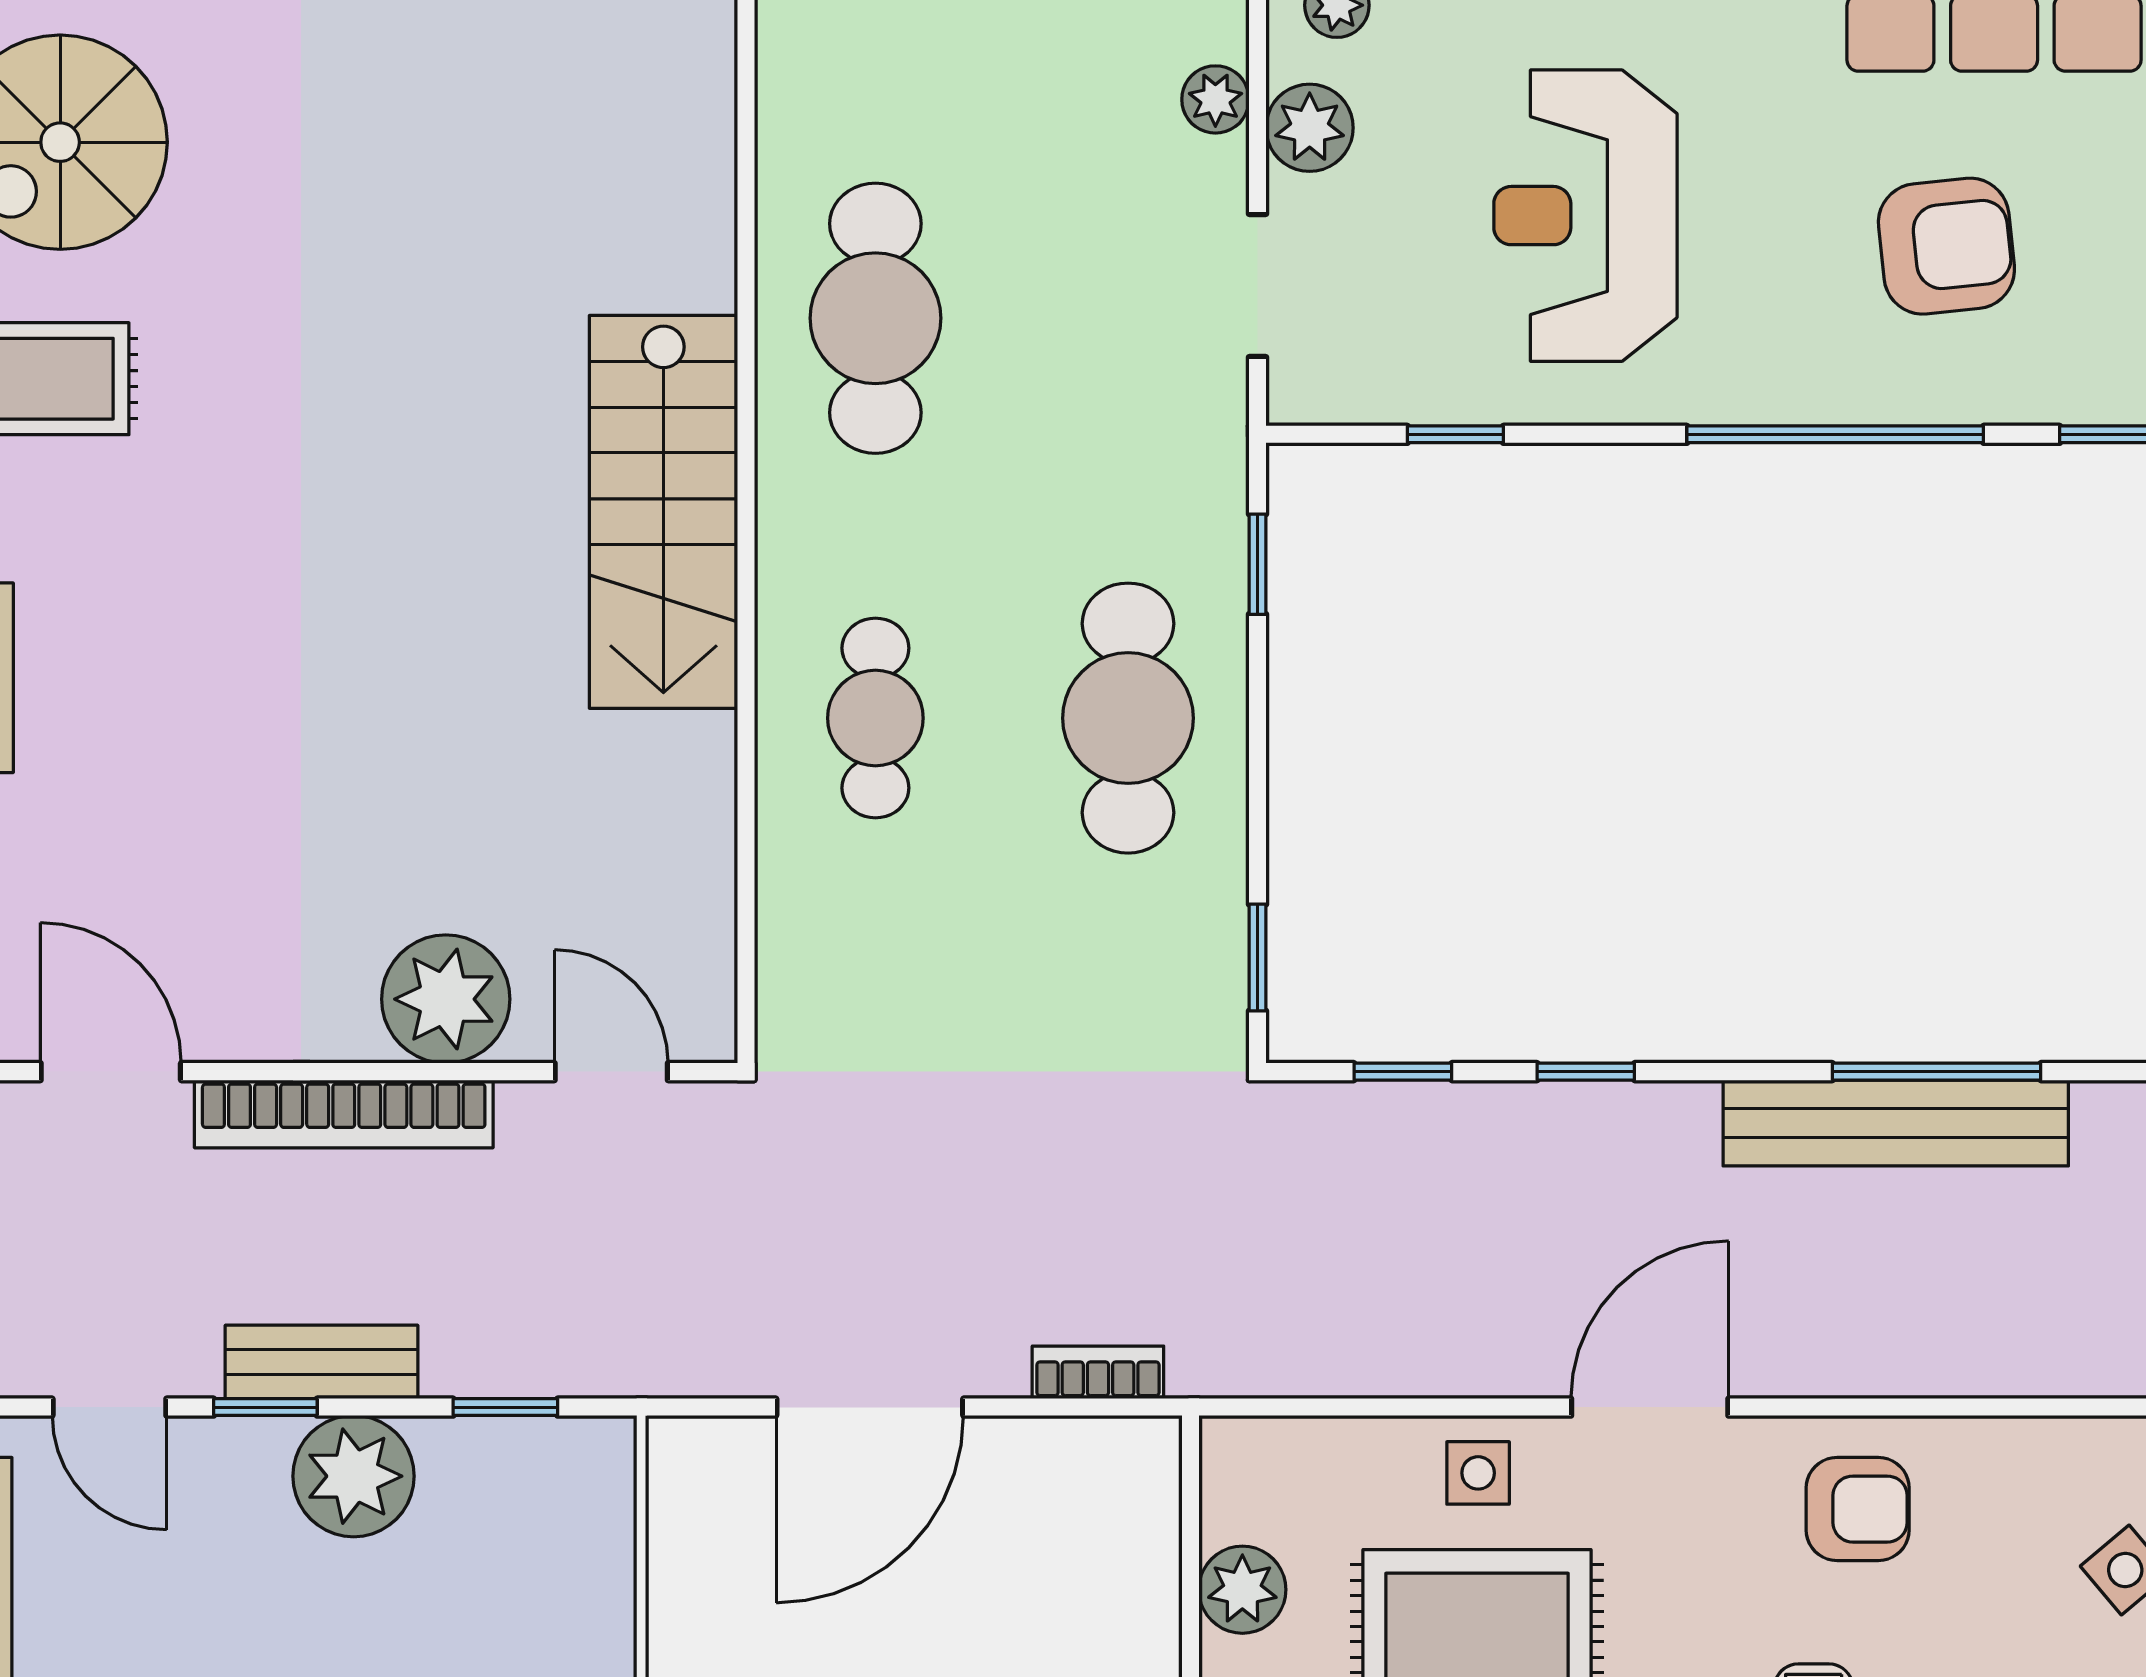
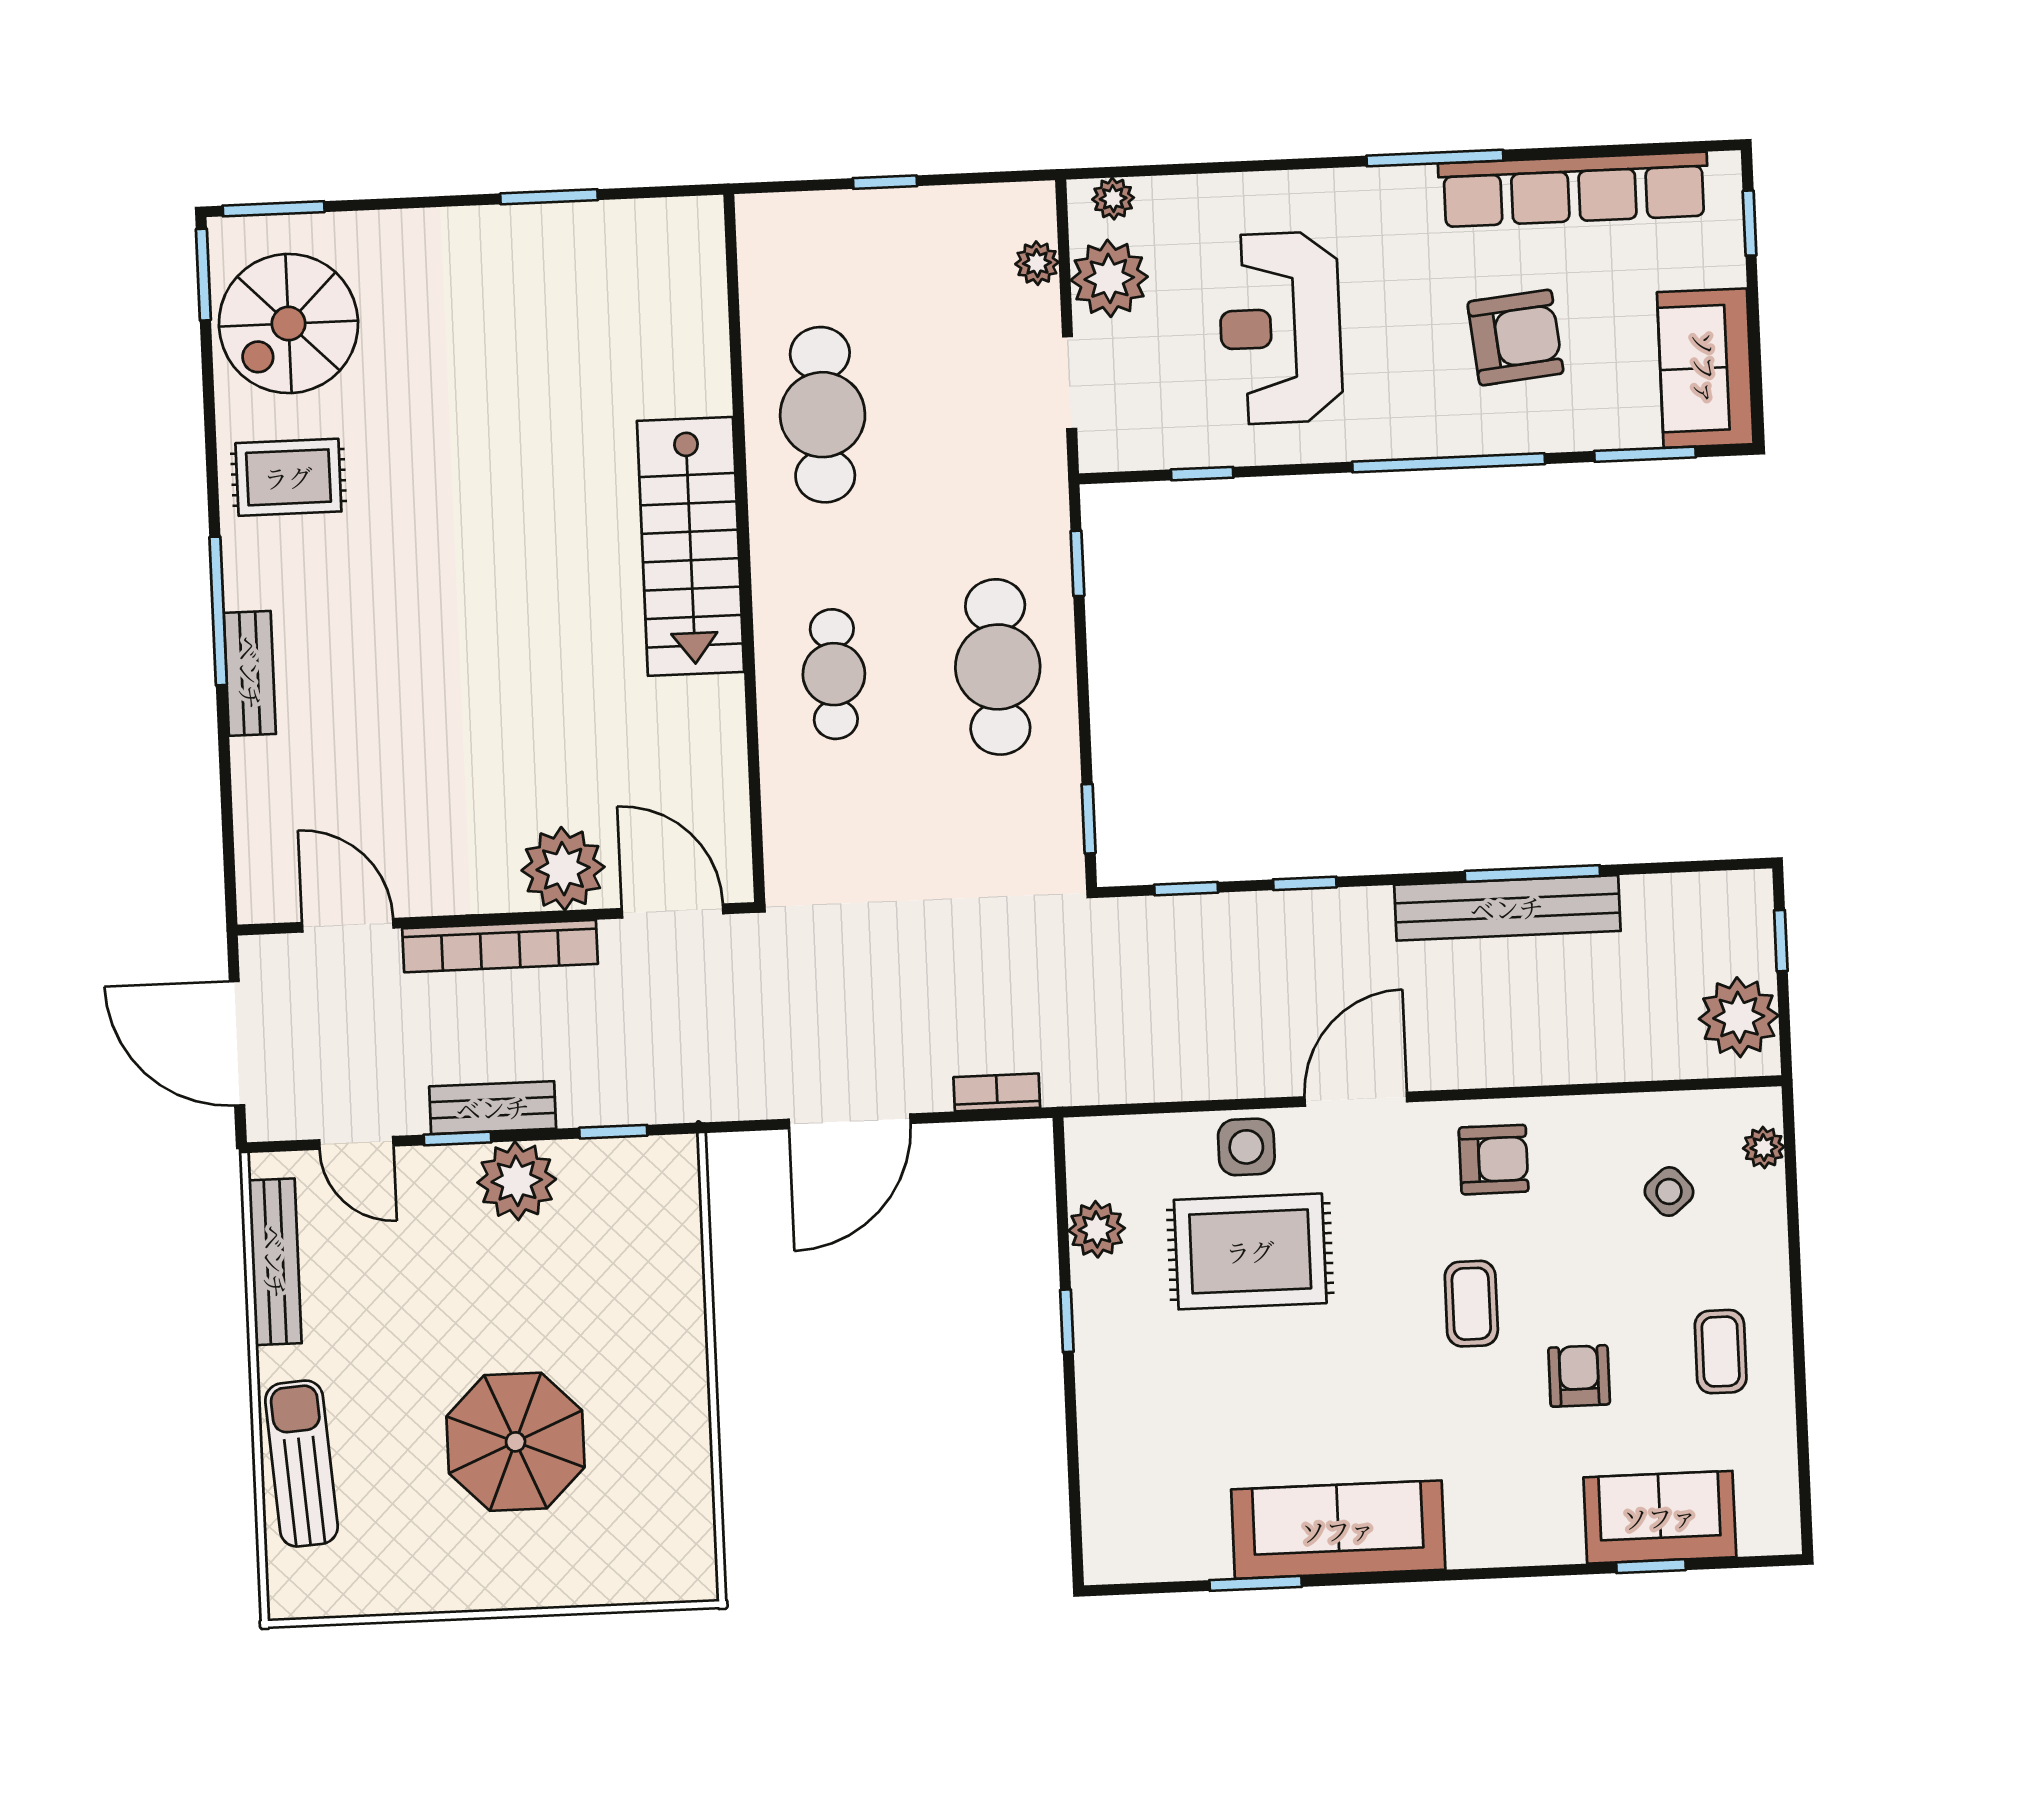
plant: (1310, 128) -> (1109, 278), width x1.36, depth x1.36
door: (611, 1072) -> (672, 911), width x1.38
side table: (1478, 1473) -> (1246, 1147), width x1.37, depth x1.37

